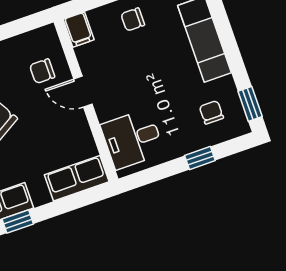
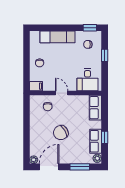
door: (83, 92) -> (62, 93), swing flipped

